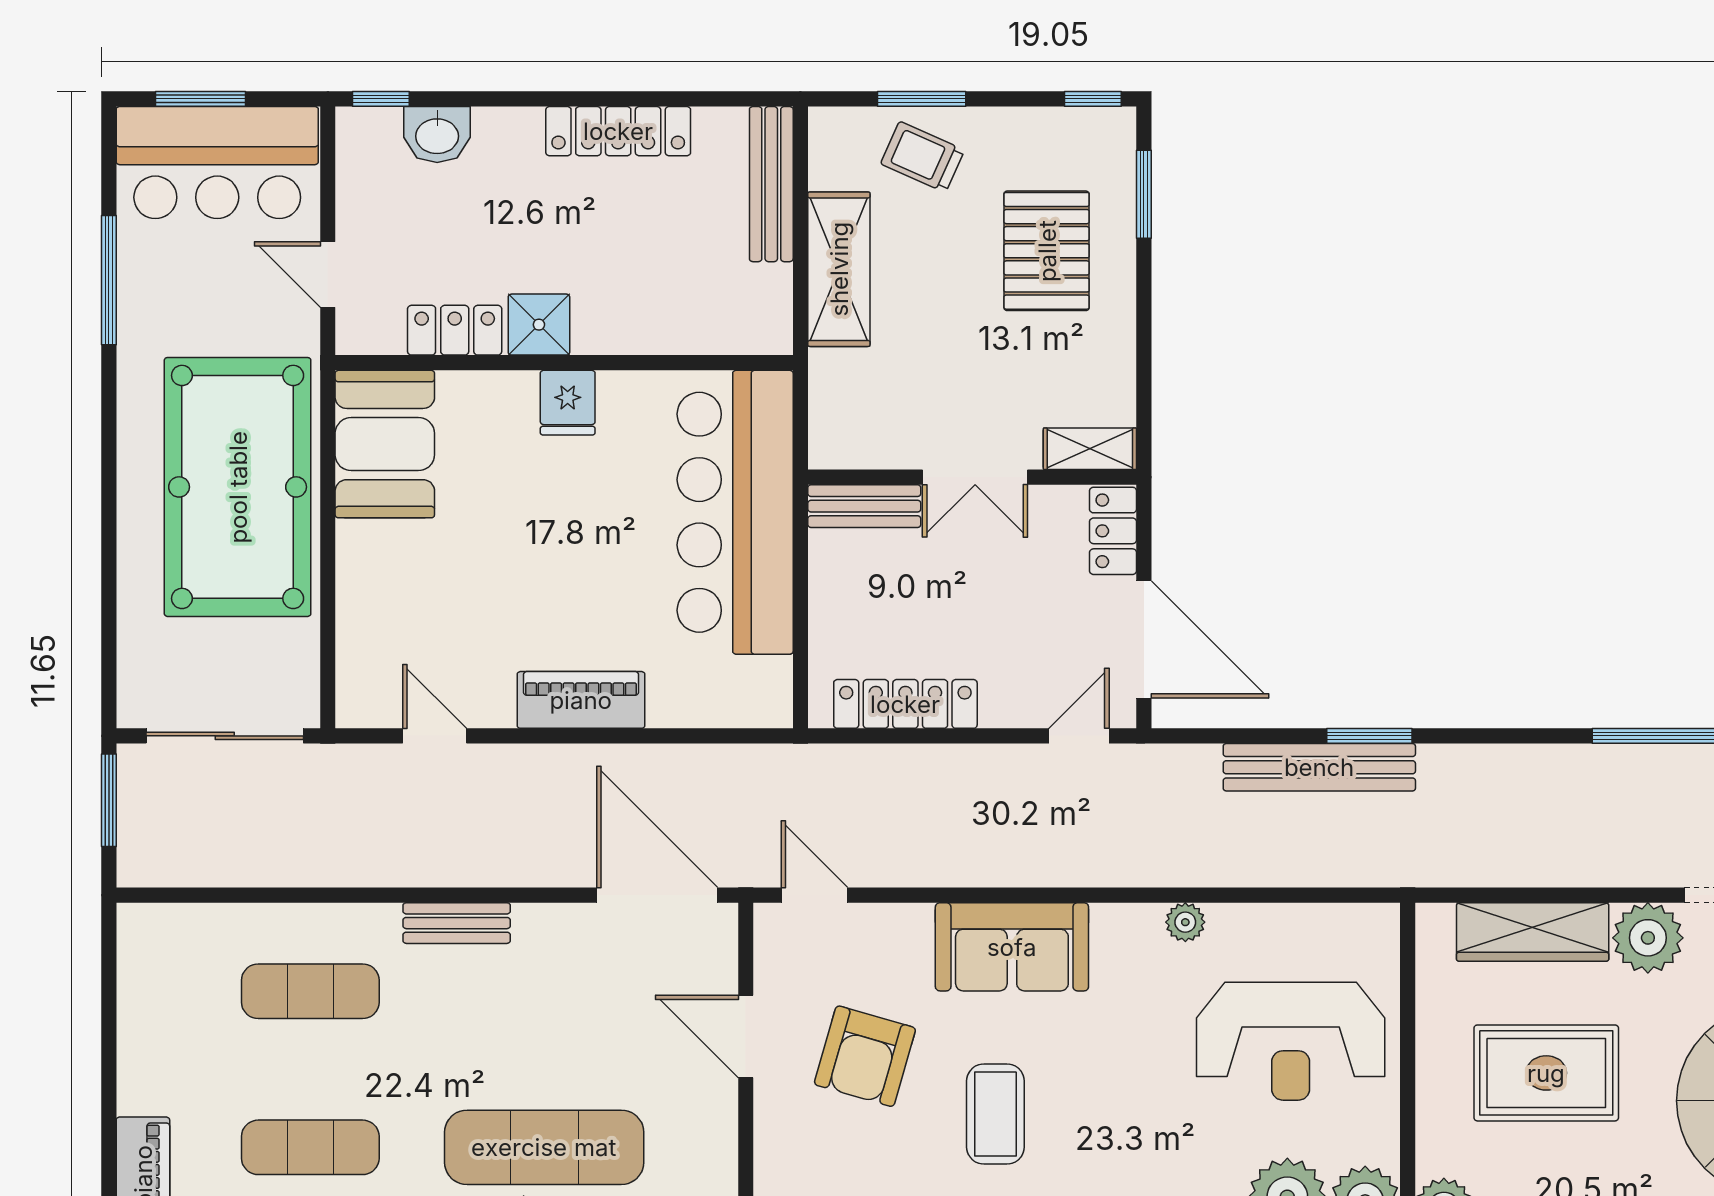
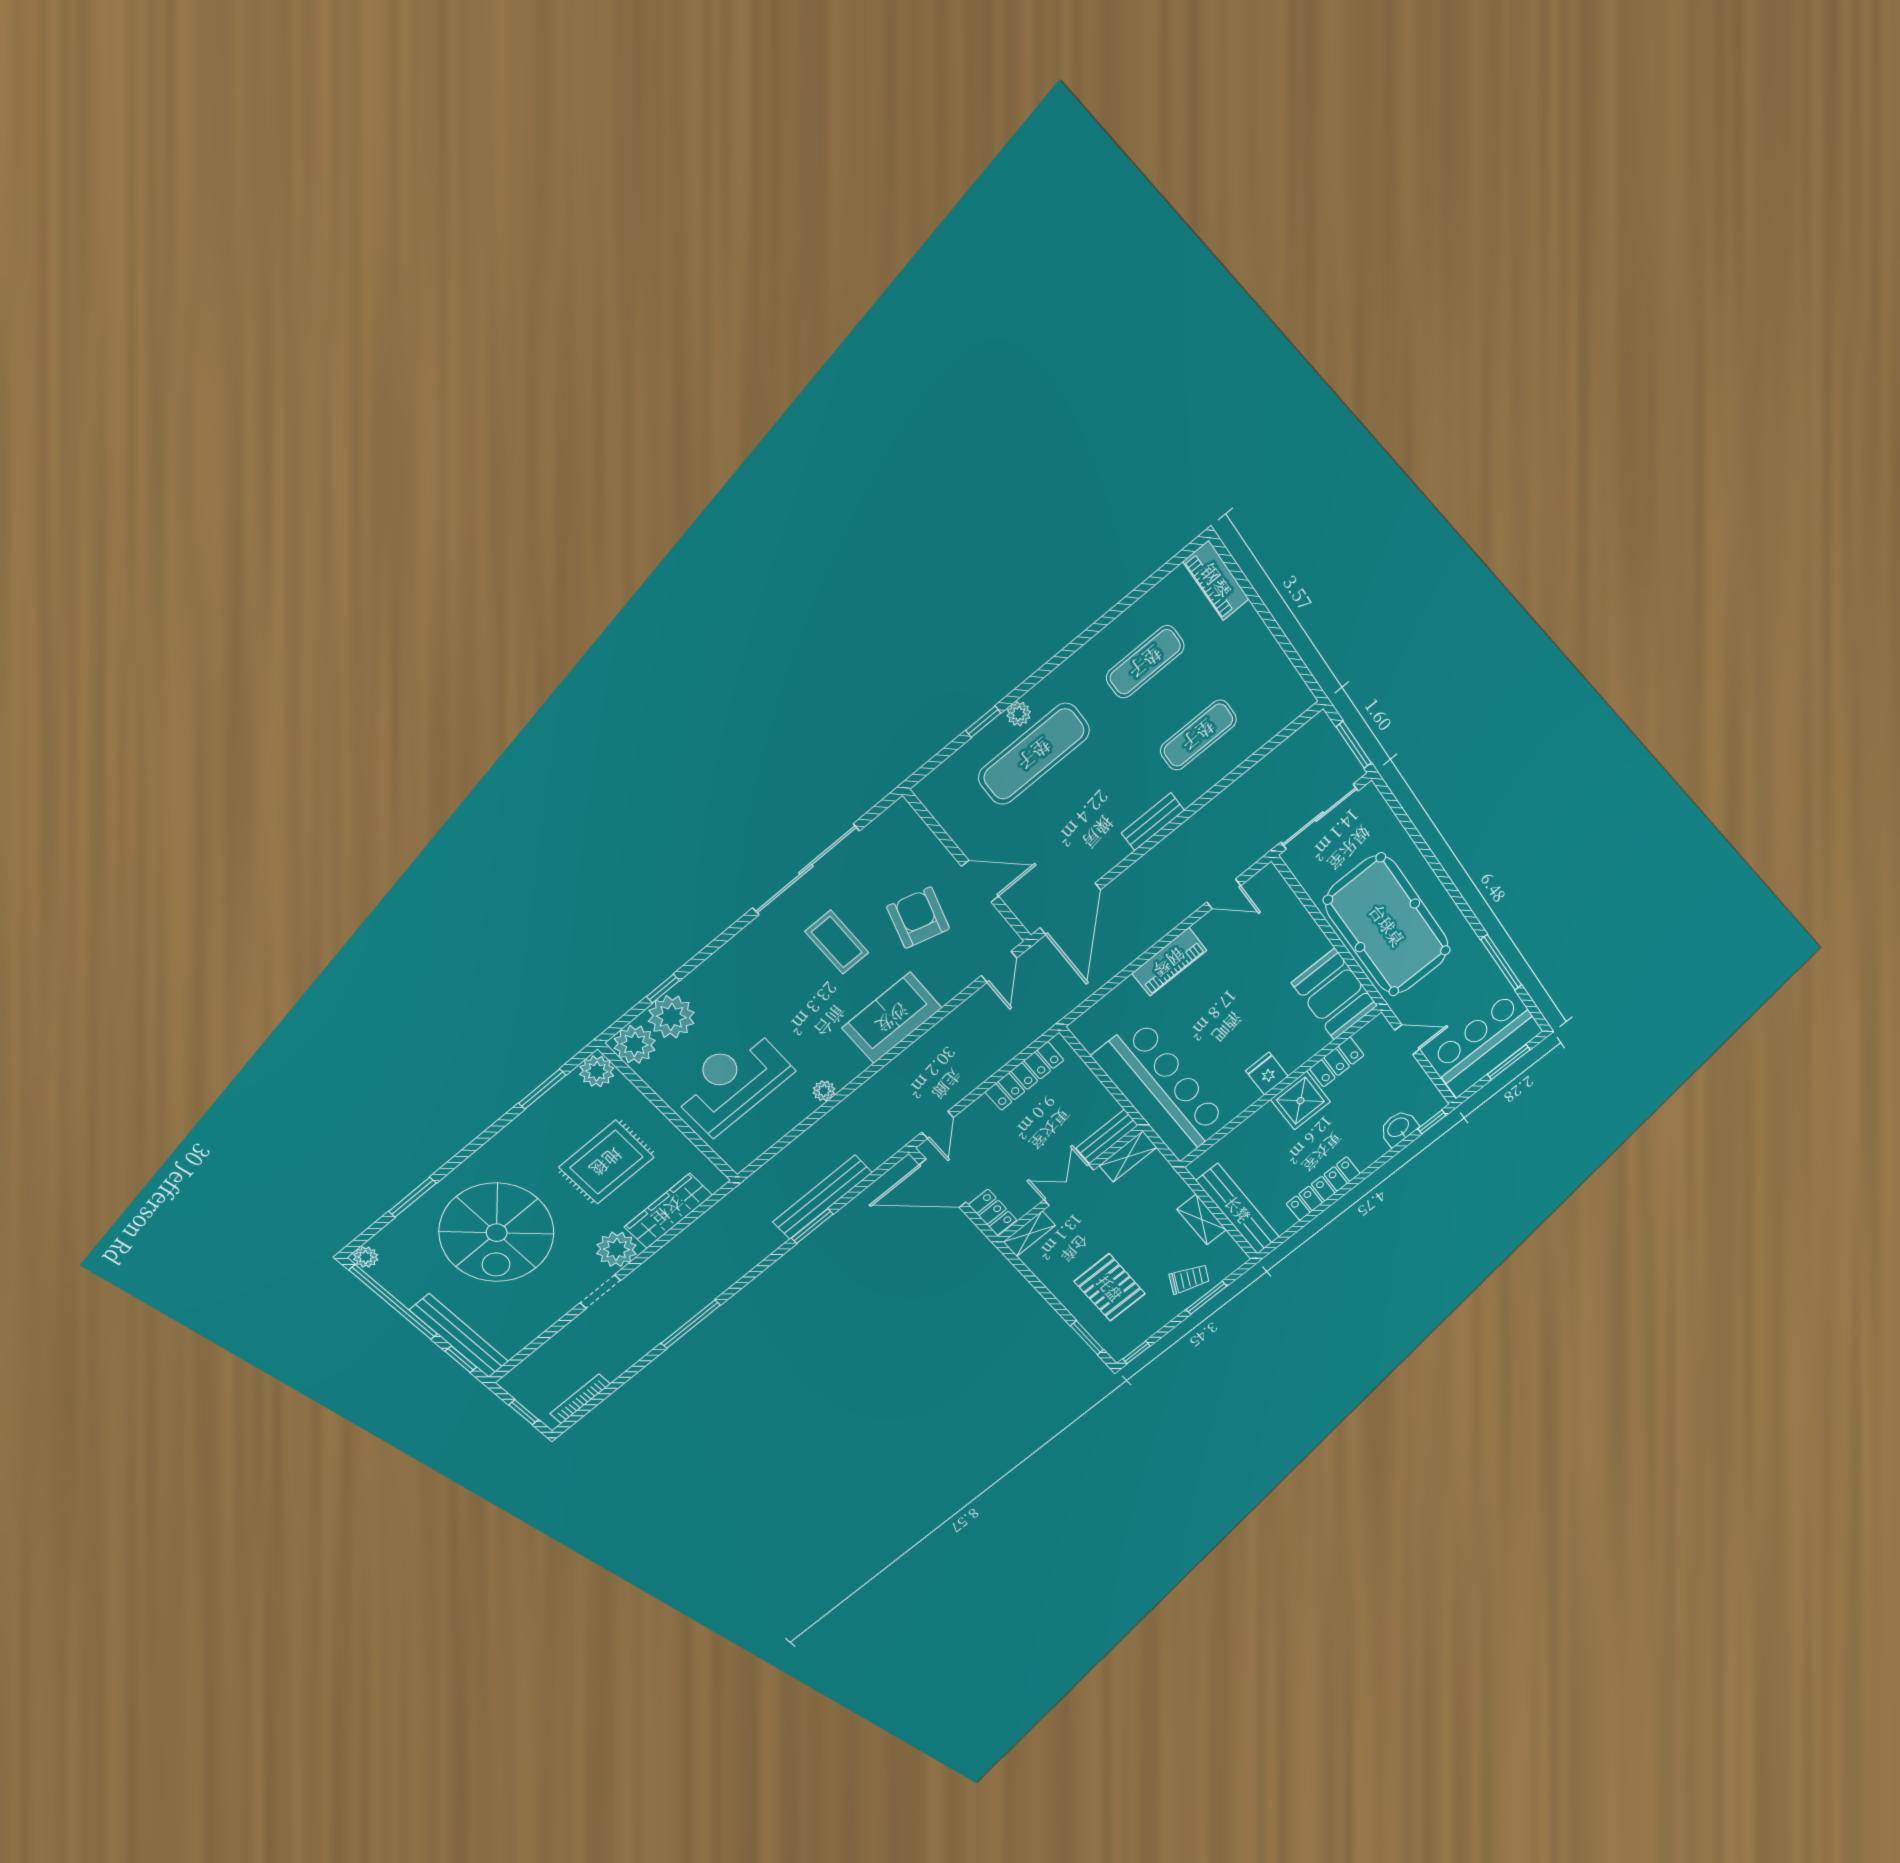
bench: (771, 184) -> (1238, 1209), width x1.37, depth x1.21
shelving: (839, 269) -> (1202, 1220), width x0.67, depth x0.75
shower: (539, 325) -> (1300, 1101), width x1.36, depth x1.36
shelving: (859, 447) -> (1128, 1157), added
door: (657, 895) -> (1070, 909), hinge flipped
door: (815, 895) -> (999, 967), hinge flipped

